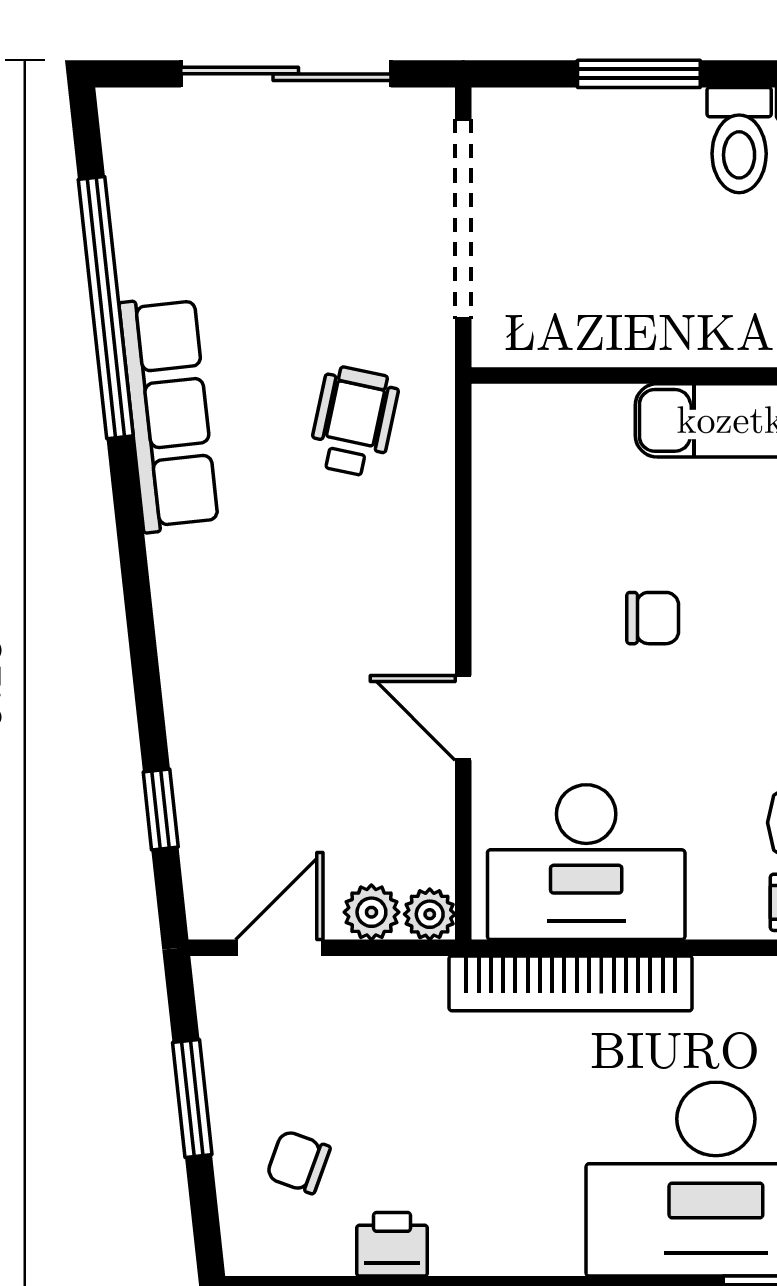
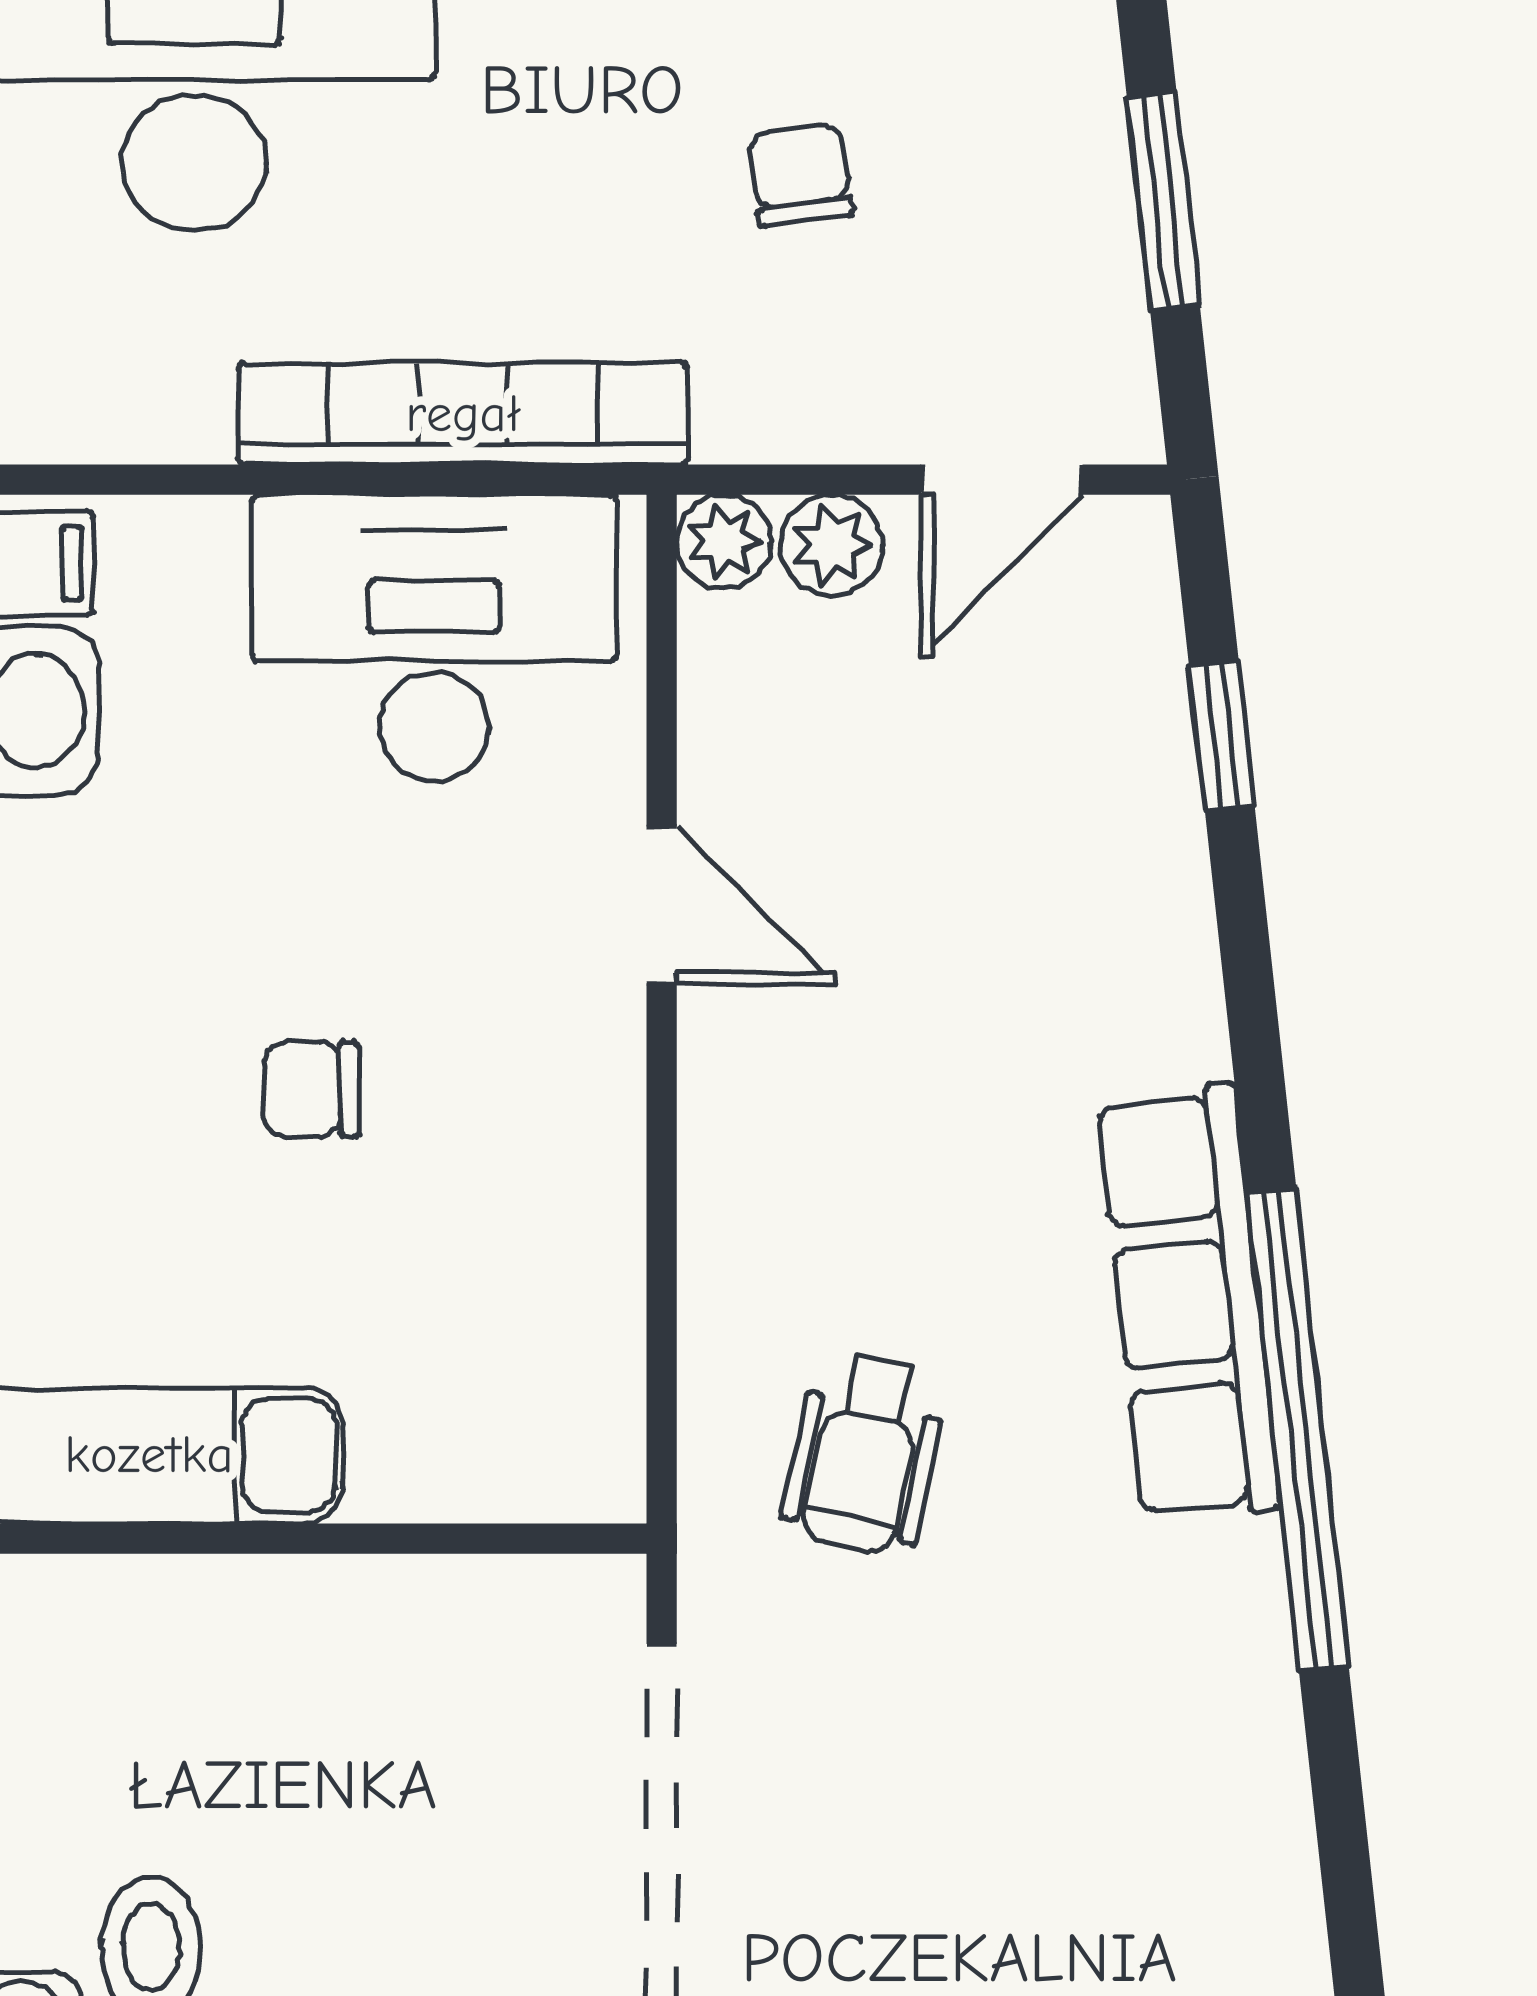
window: (106, 308) -> (1298, 1430), moved
row of seats: (169, 414) -> (1189, 1303), moved
chair: (298, 1162) -> (800, 175), moved, turned -118

